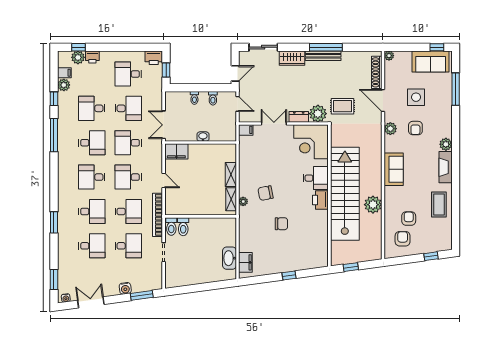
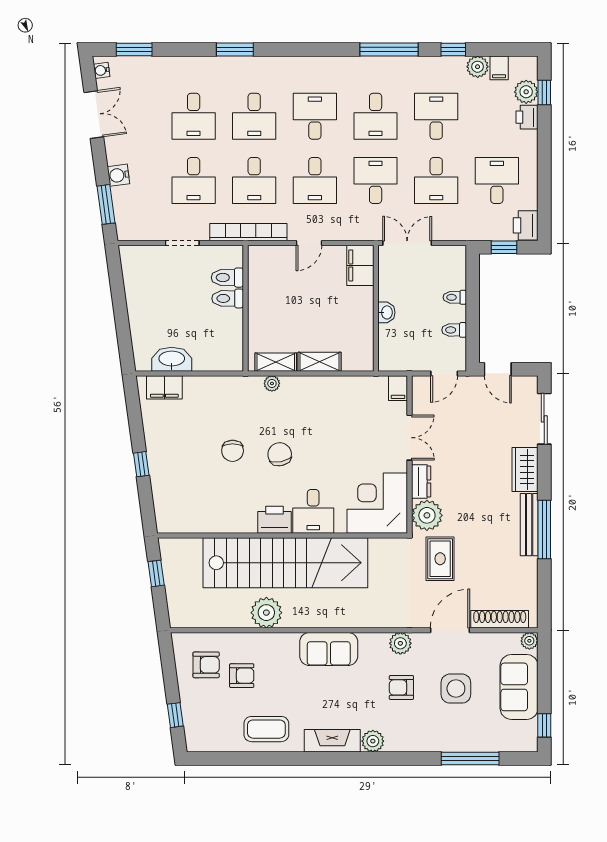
sofa: (431, 61) -> (519, 687), moved
desk: (128, 177) -> (315, 181), turned 180
chair: (266, 193) -> (280, 454), moved
toilet: (171, 227) -> (228, 298), moved

